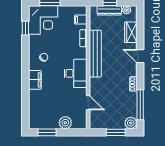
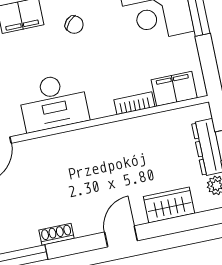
filing cabinet: (81, 20) -> (174, 89), width x2.00
bench: (95, 54) -> (106, 136), removed

